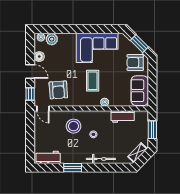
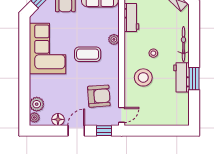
workbench: (48, 157) -> (181, 77), moved

